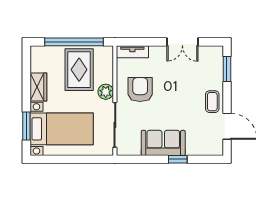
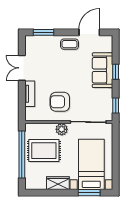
double door: (182, 42) -> (22, 68), swing flipped
tv unit: (132, 52) -> (30, 94), moved
sofa: (163, 143) -> (102, 70), moved
window: (135, 159) -> (116, 105), added

